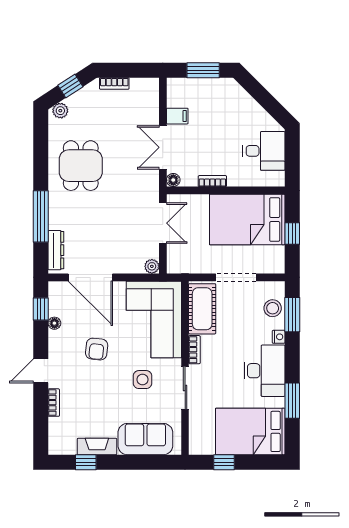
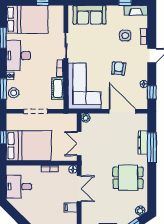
dining table: (81, 166) -> (128, 178), turned 90
dresser: (56, 250) -> (143, 143), moved
cot: (202, 309) -> (58, 88), width x0.73, depth x0.75
side table: (142, 380) -> (125, 36), moved
fireplace: (97, 446) -> (136, 10), moved

